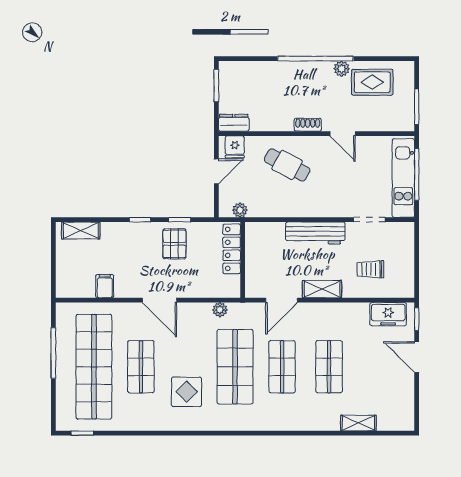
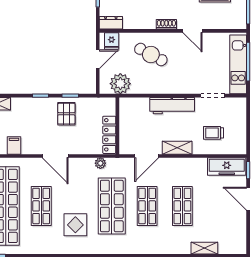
plant: (240, 210) -> (120, 84), width x1.88, depth x1.88
locker: (232, 249) -> (109, 135), moved
freezer: (388, 314) -> (227, 167), width x1.40

